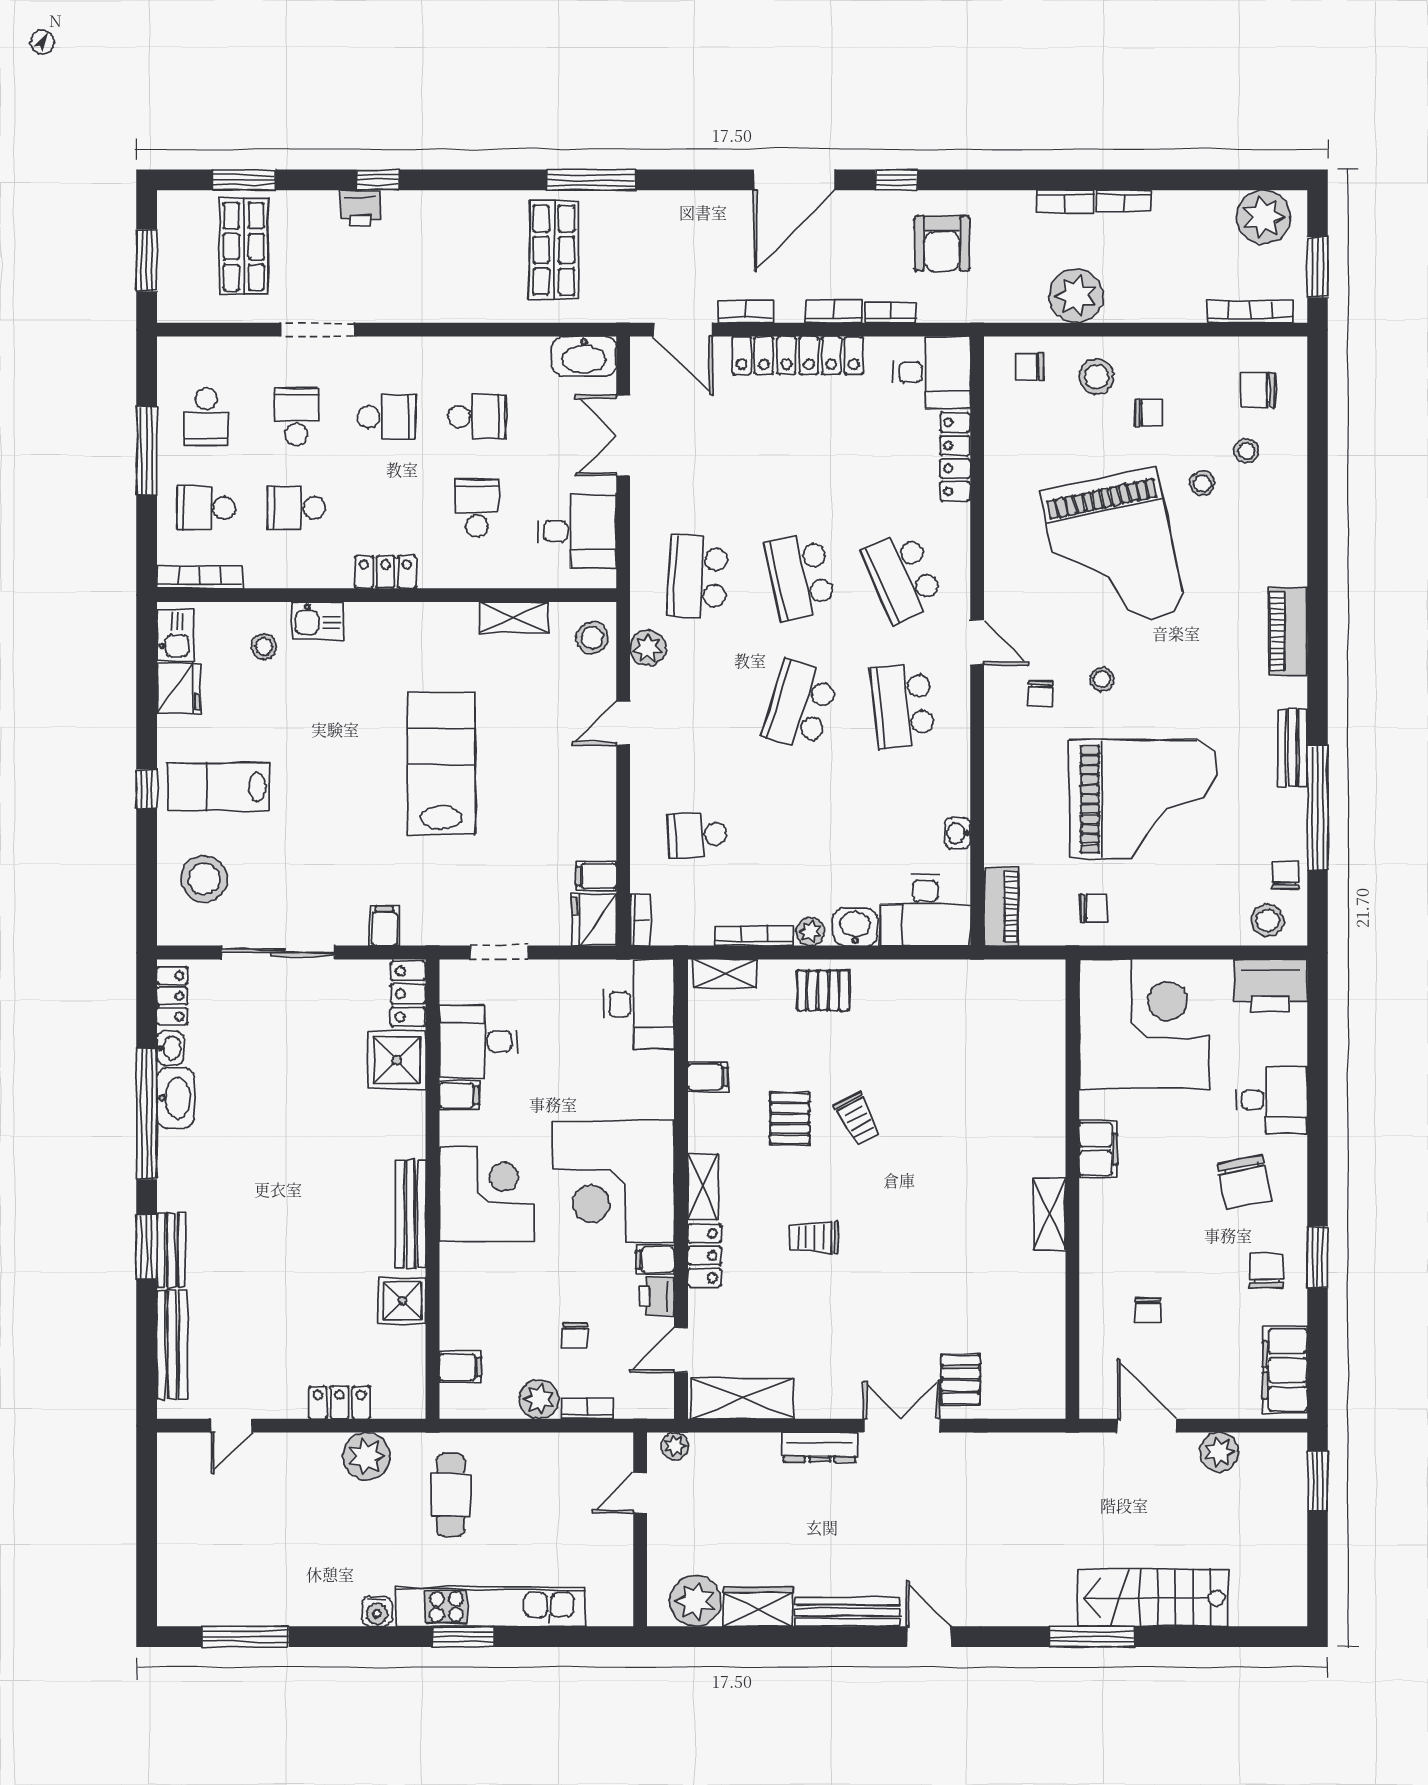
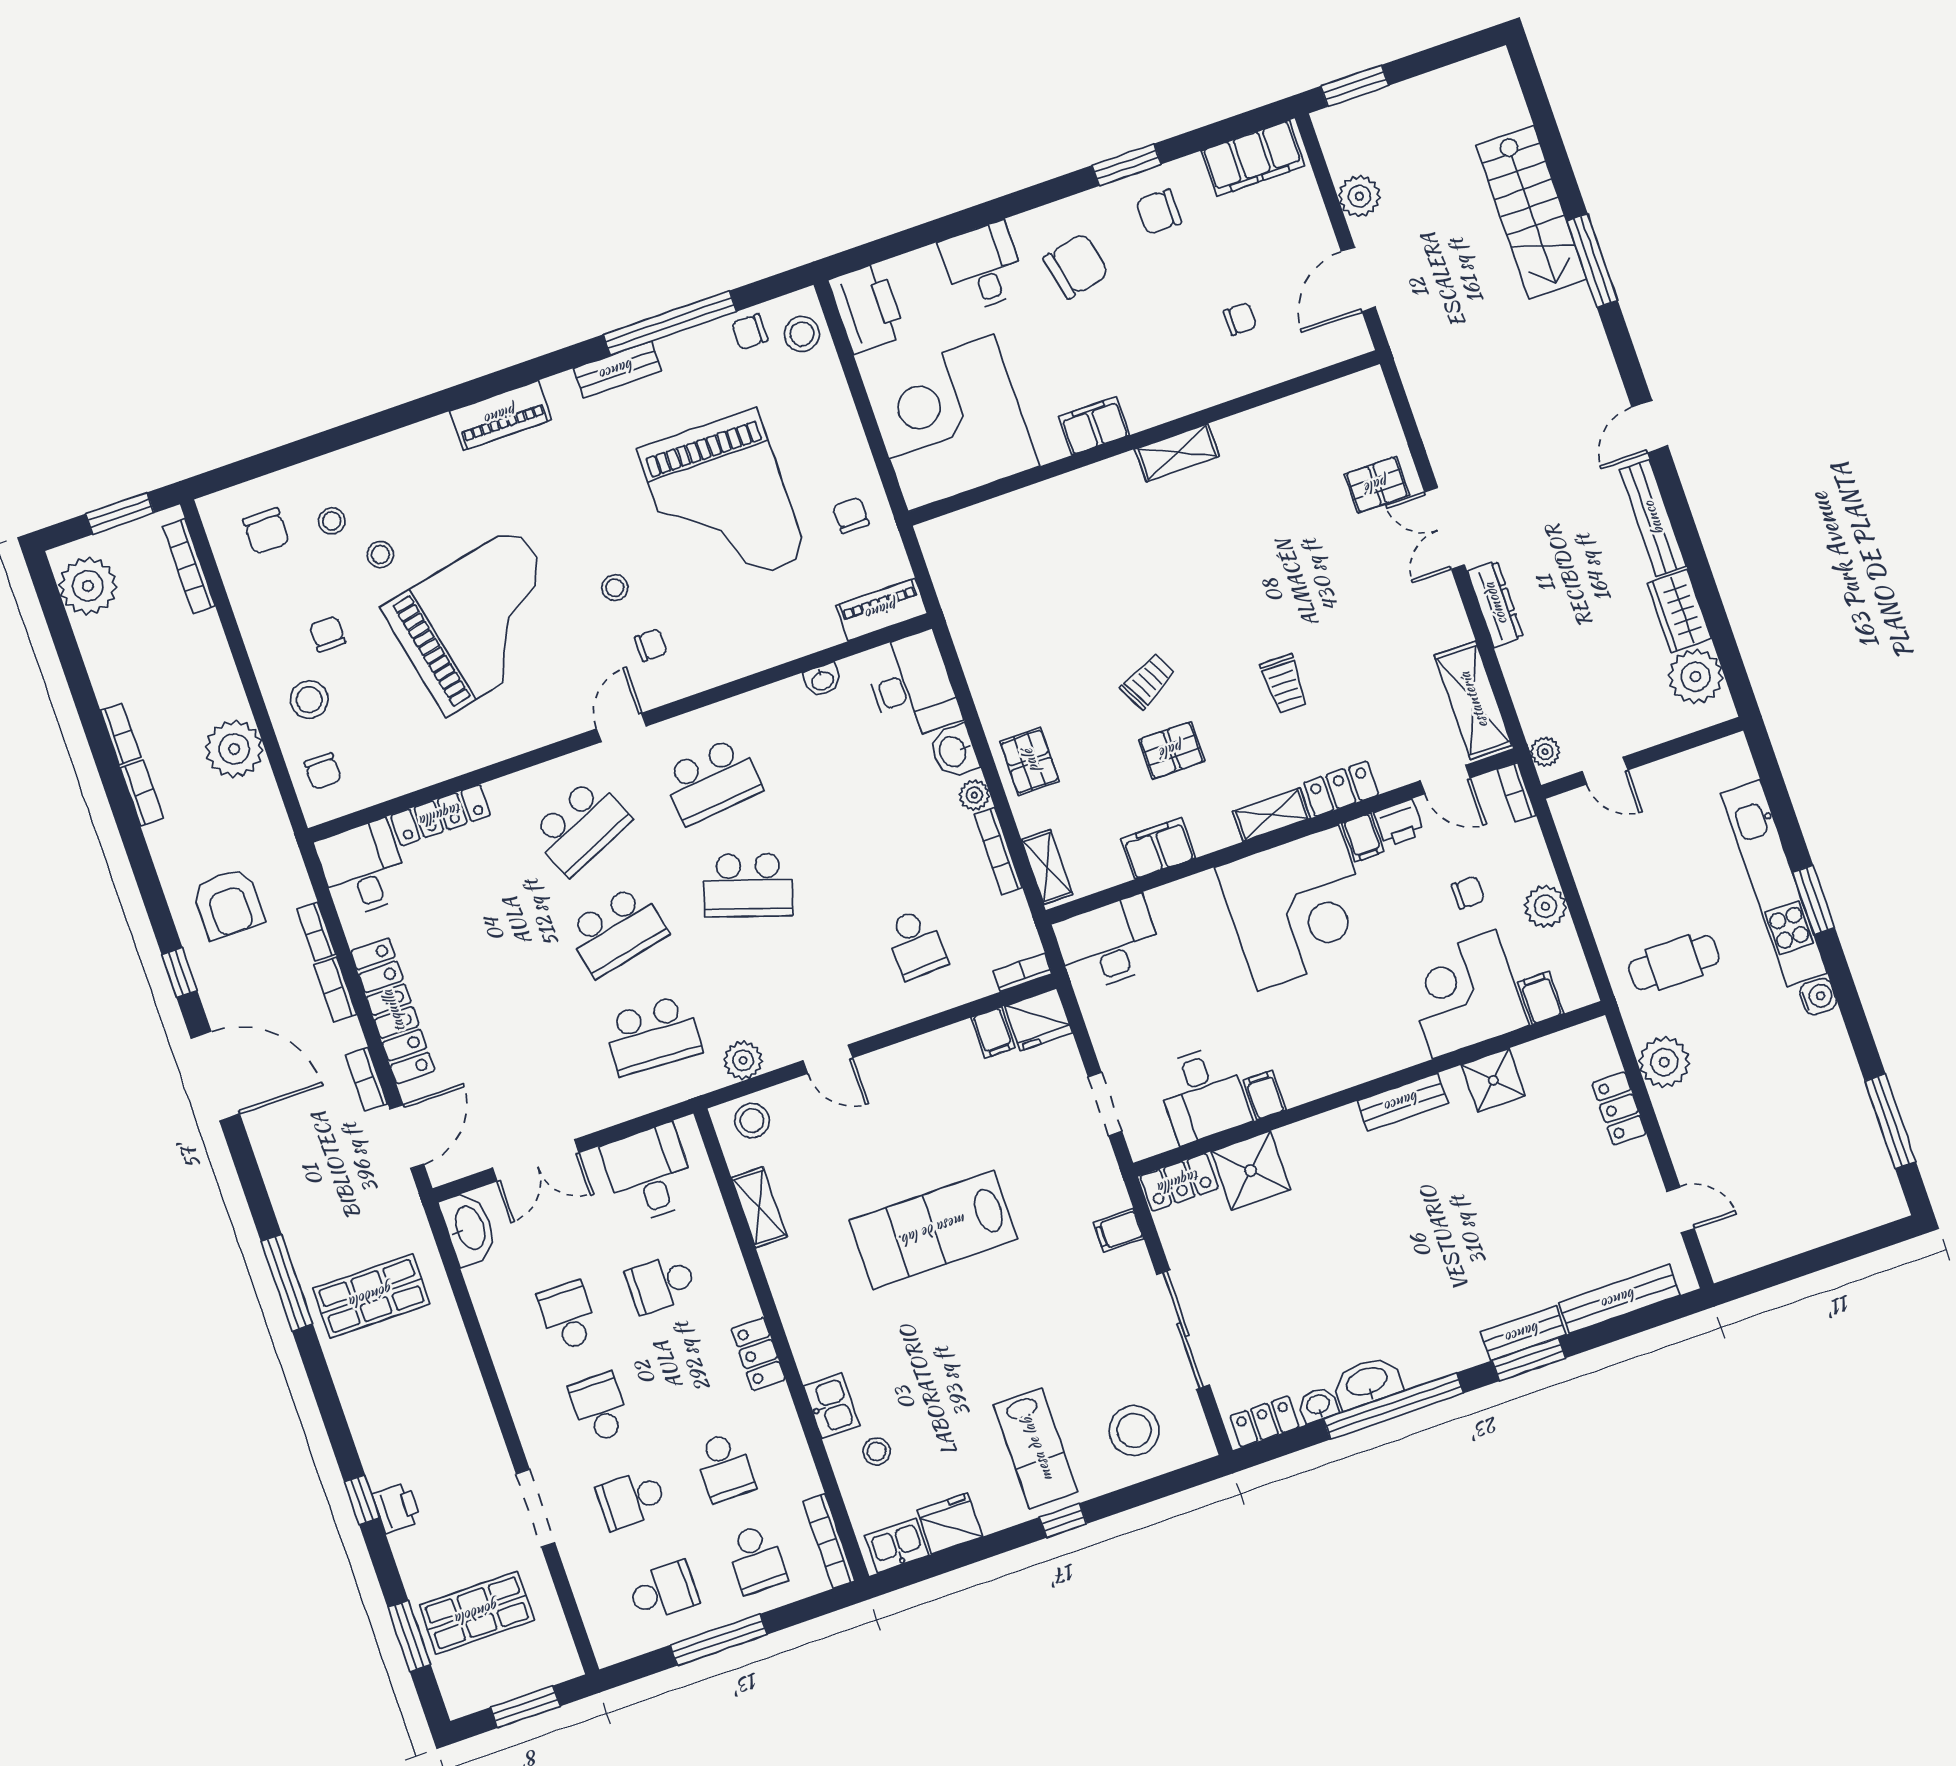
armchair: (942, 244) -> (228, 904), turned 90
grand piano: (1143, 799) -> (723, 503), turned 180
filing cabinet: (708, 1077) -> (1158, 848), width x2.00
corner desk: (487, 1194) -> (1464, 994), moved
bench: (411, 1214) -> (1402, 1102), width x0.73
bookcase: (588, 1408) -> (1516, 792), moved

